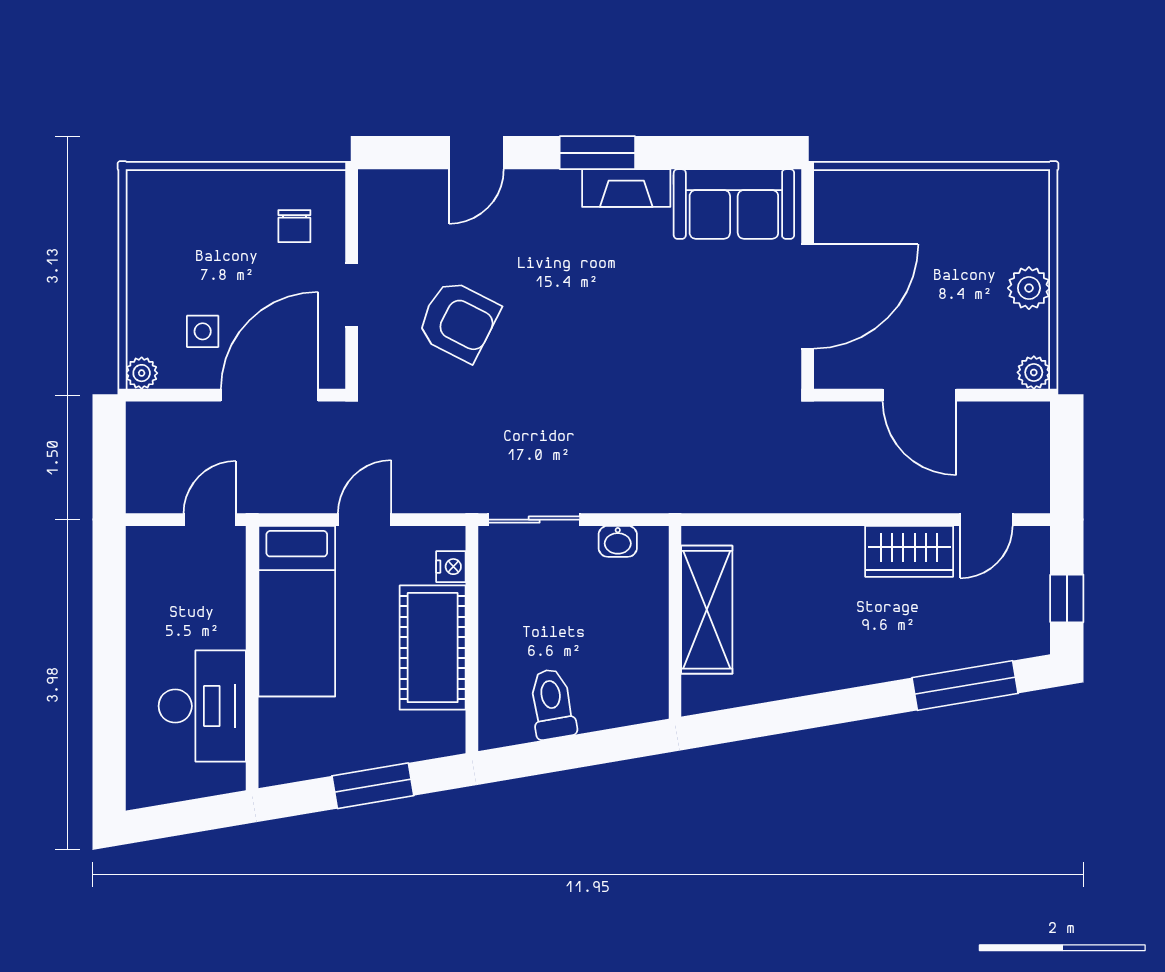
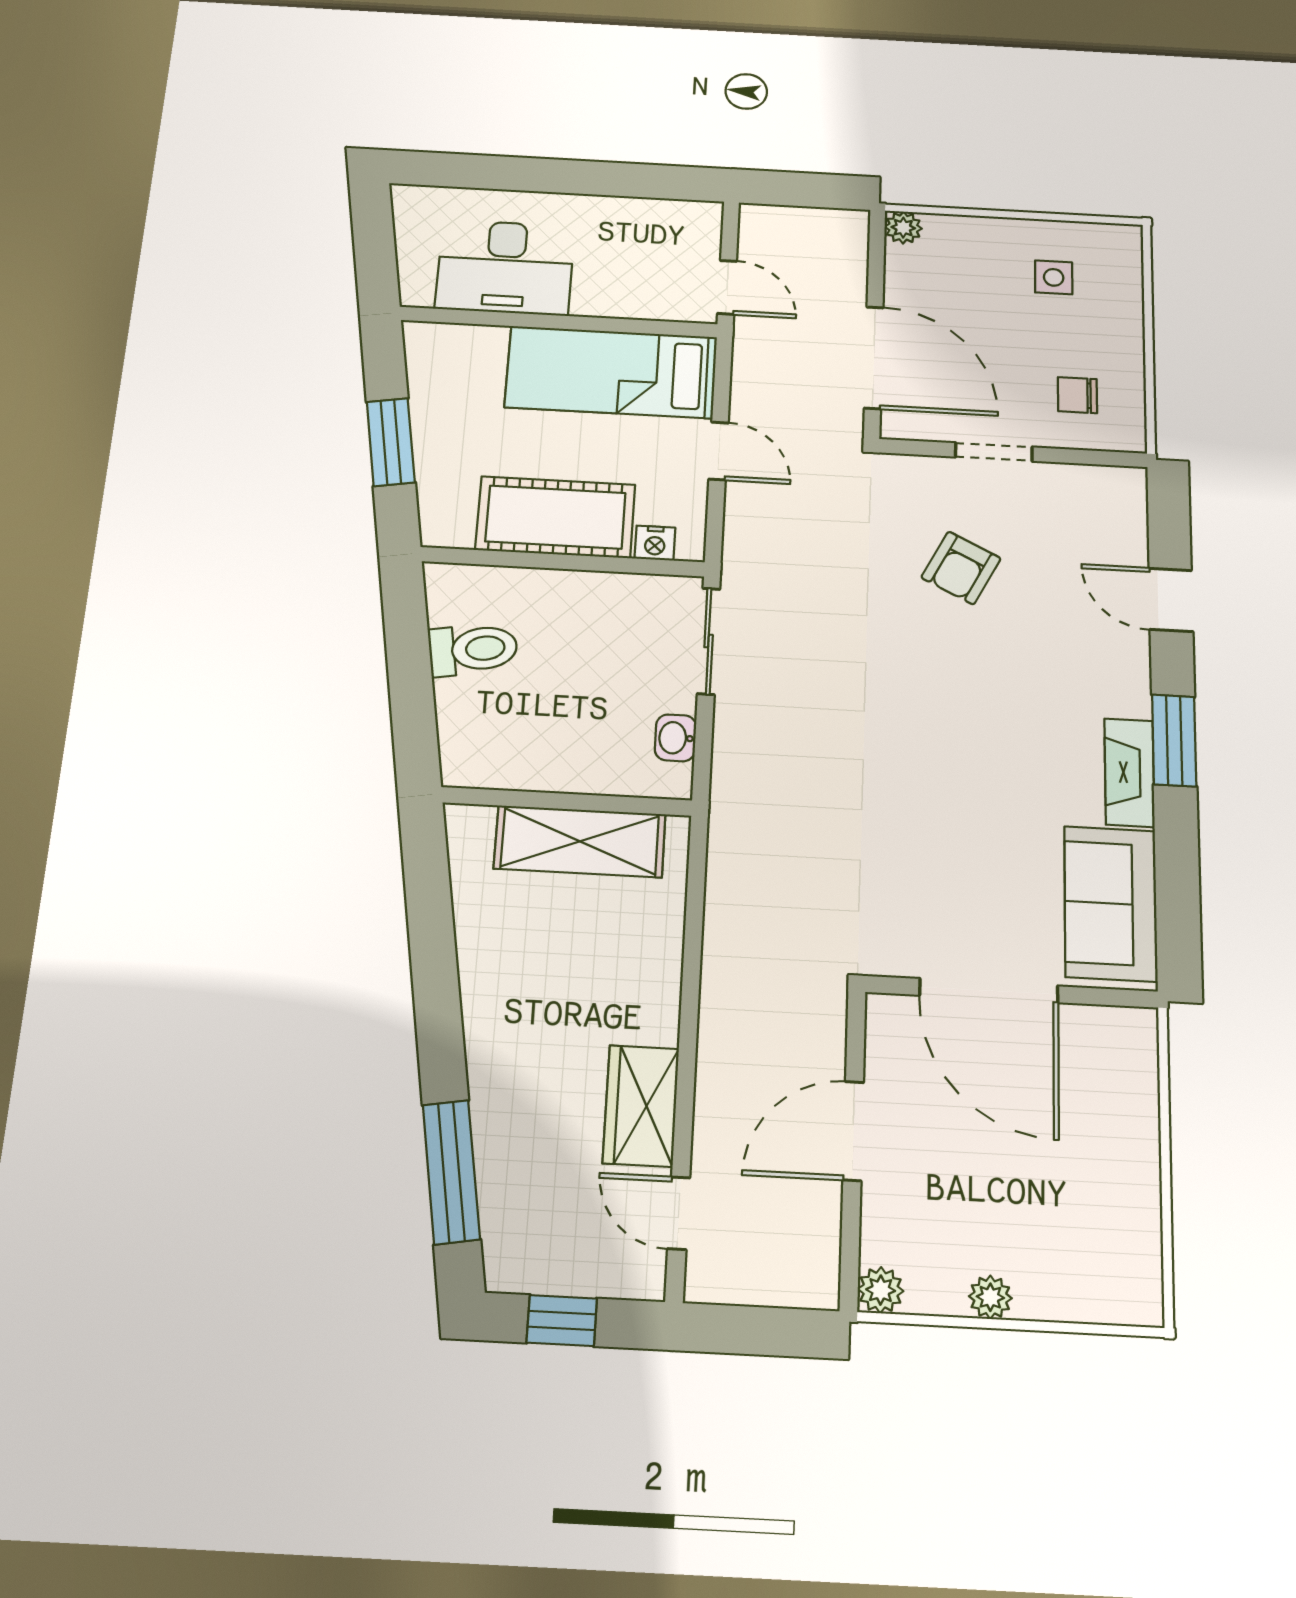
plant: (1029, 288) -> (990, 1297), width x0.73, depth x0.73
armchair: (458, 321) -> (961, 568), width x0.72, depth x0.72
side table: (203, 331) -> (1054, 277), moved

